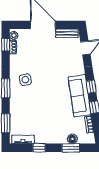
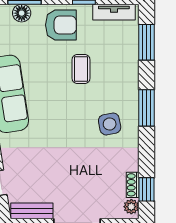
coffee table: (41, 109) -> (81, 69), added
armchair: (51, 133) -> (61, 25), added

